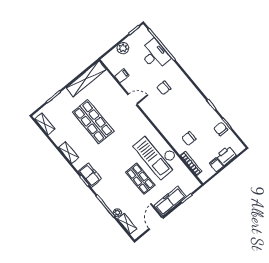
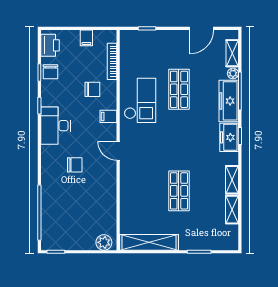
plant: (123, 48) -> (104, 242), moved
desk: (155, 55) -> (56, 126), moved
filing cabinet: (122, 76) -> (108, 116), moved
door: (132, 100) -> (118, 151), moved
shop shelf: (93, 122) -> (179, 191), width x0.70, depth x0.74
shelving: (45, 124) -> (232, 210), moved
checkout: (157, 154) -> (140, 100), width x0.73, depth x0.83
printer: (226, 156) -> (50, 45), moved, turned -90
freezer: (170, 201) -> (229, 101), moved, turned 90

